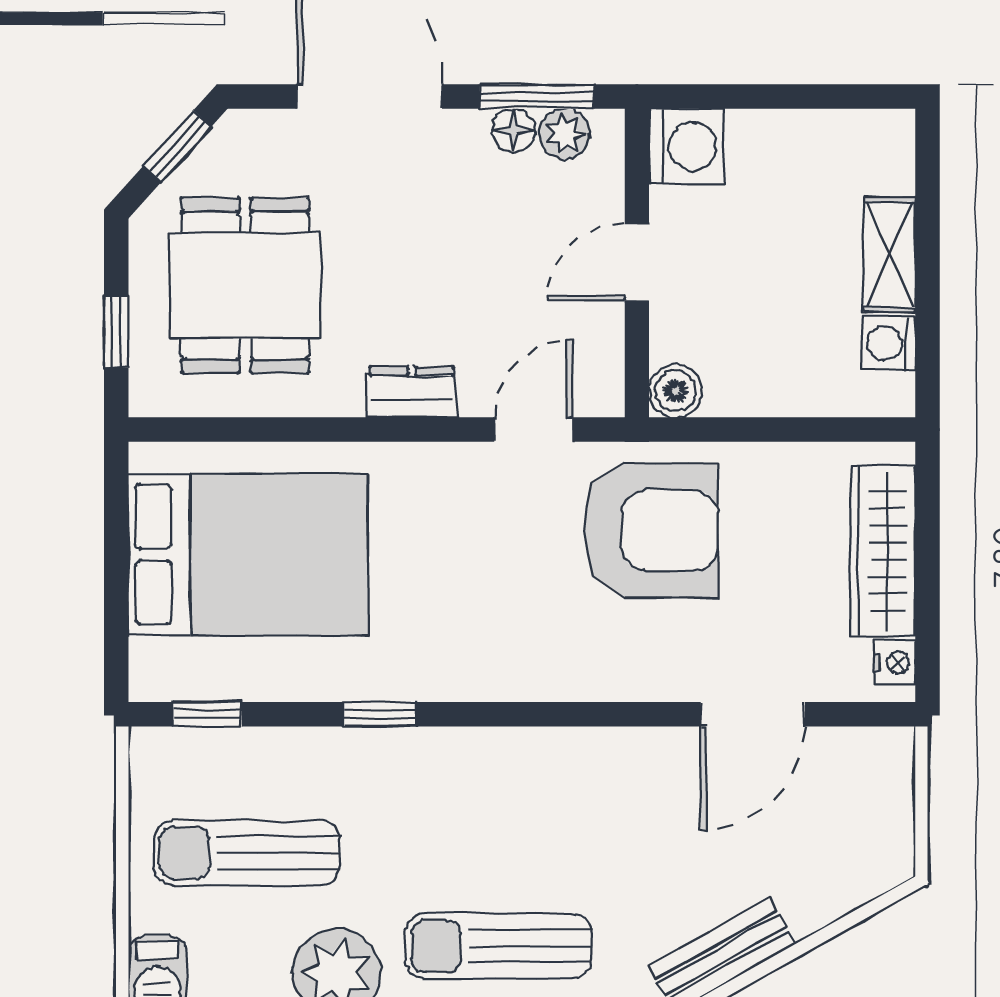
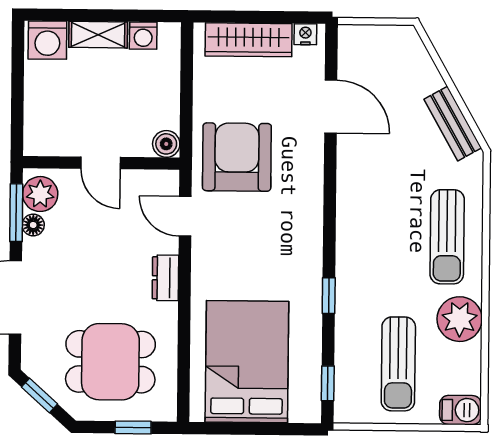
plant: (565, 134) -> (40, 194), width x1.38, depth x1.38
washing machine: (687, 146) -> (47, 40), moved, turned 180

